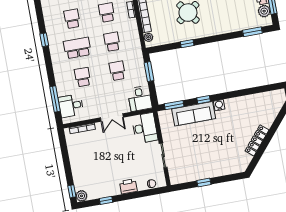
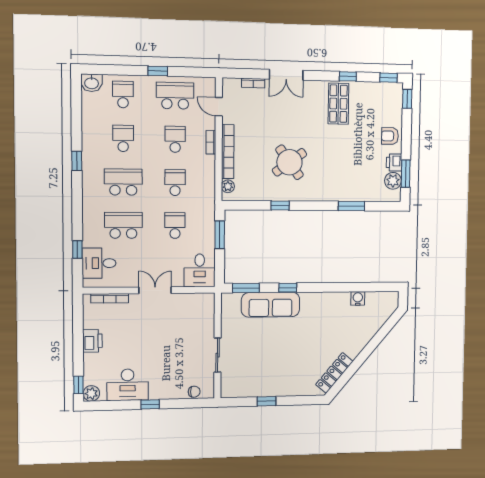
window: (252, 32) -> (351, 206), moved
school desk: (83, 77) -> (123, 225), width x1.85
window: (55, 99) -> (77, 250), width x0.46
water cooler: (219, 105) -> (358, 298), moved
double door: (112, 117) -> (155, 290), swing flipped
desk: (145, 128) -> (128, 385), moved, turned 90
locker: (257, 140) -> (334, 373), moved
printer: (128, 186) -> (92, 341), moved, turned 90
window: (106, 200) -> (150, 404), moved

